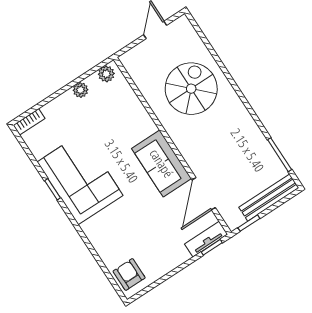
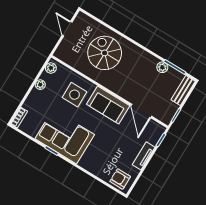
side table: (122, 127) -> (74, 95), added
plant: (262, 147) -> (162, 67), added
bench: (269, 198) -> (183, 91), width x0.73
tv unit: (206, 239) -> (144, 156), moved

